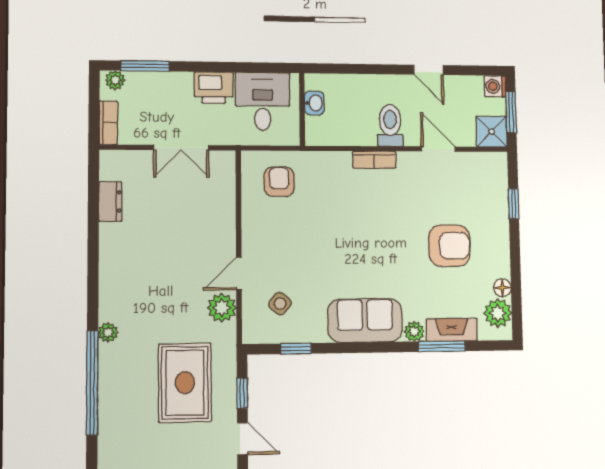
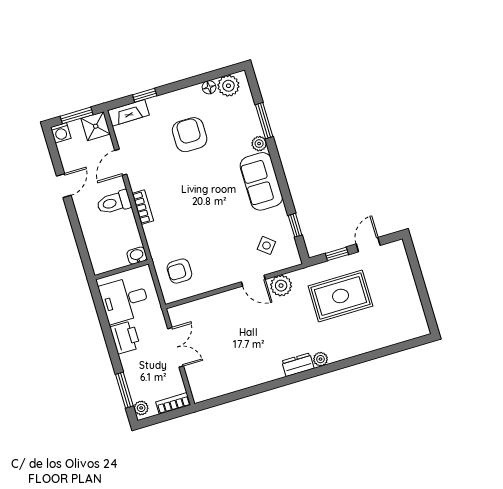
washbasin: (314, 103) -> (137, 256), moved
dresser: (110, 201) -> (298, 365), moved
fireplace: (452, 330) -> (128, 113), moved, turned -90
window: (92, 383) -> (358, 359), removed

